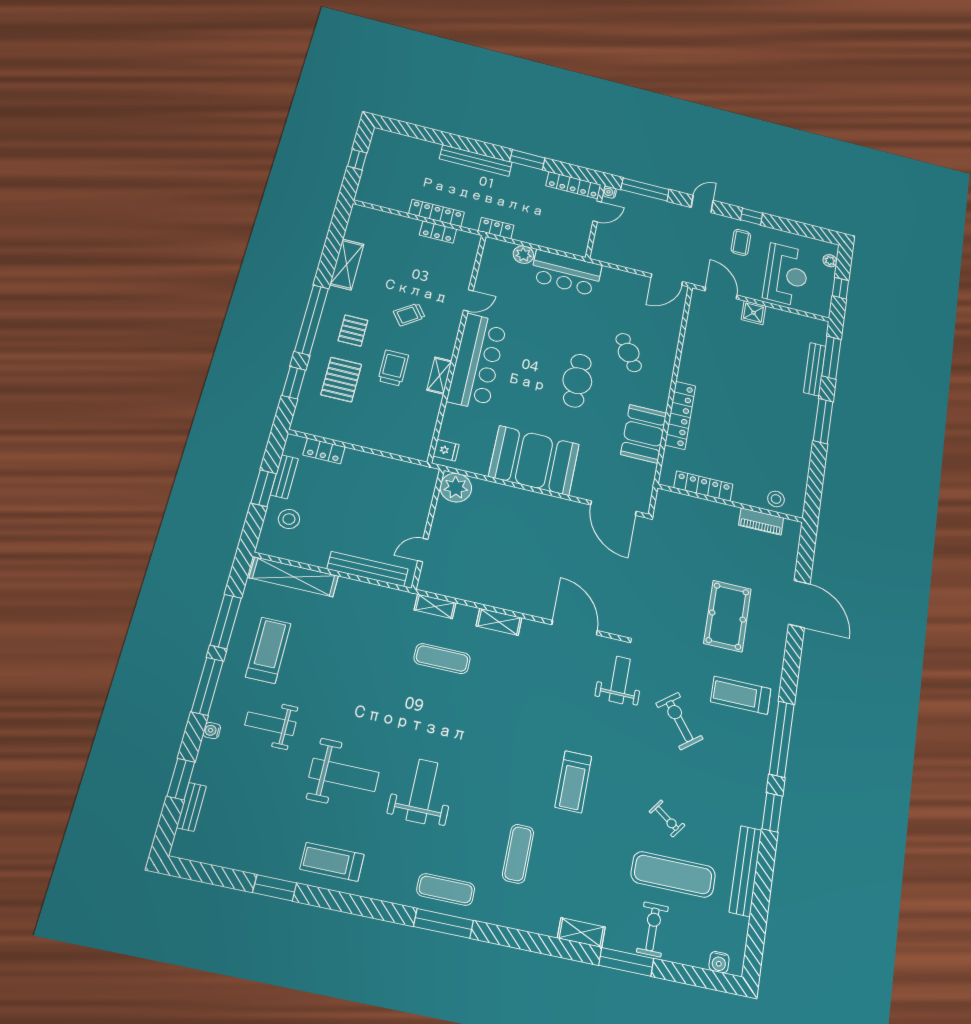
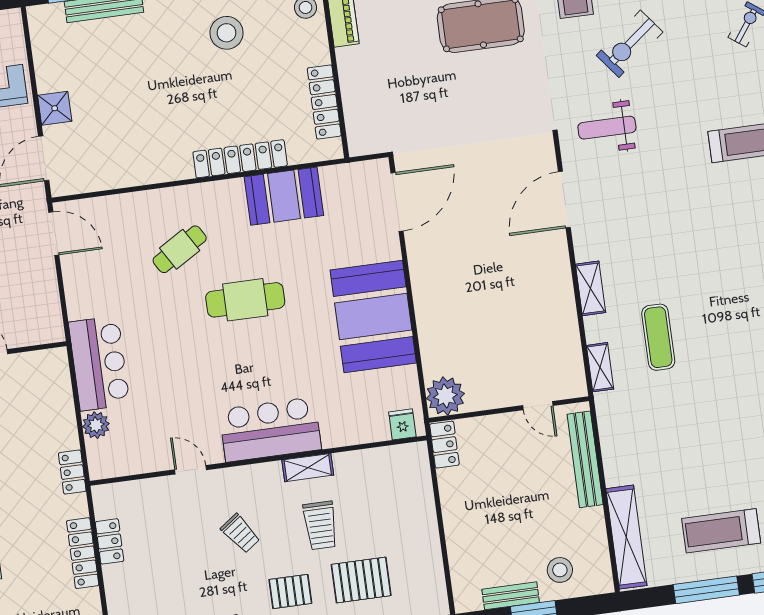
bar counter: (477, 362) -> (270, 429), width x0.73
trolley: (393, 368) -> (320, 525), turned -90
stool: (773, 440) -> (227, 33), added
locker: (324, 451) -> (444, 445), moved

